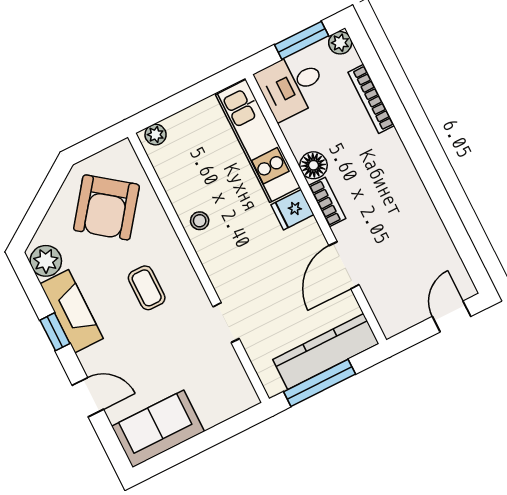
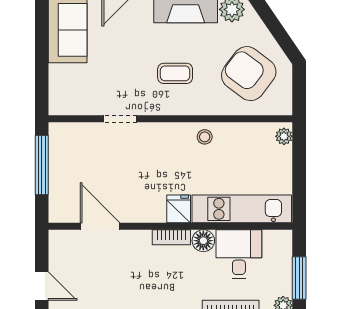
desk: (292, 85) -> (239, 254), moved
door: (344, 265) -> (100, 226), moved
kitchen counter: (326, 352) -> (62, 181), removed

